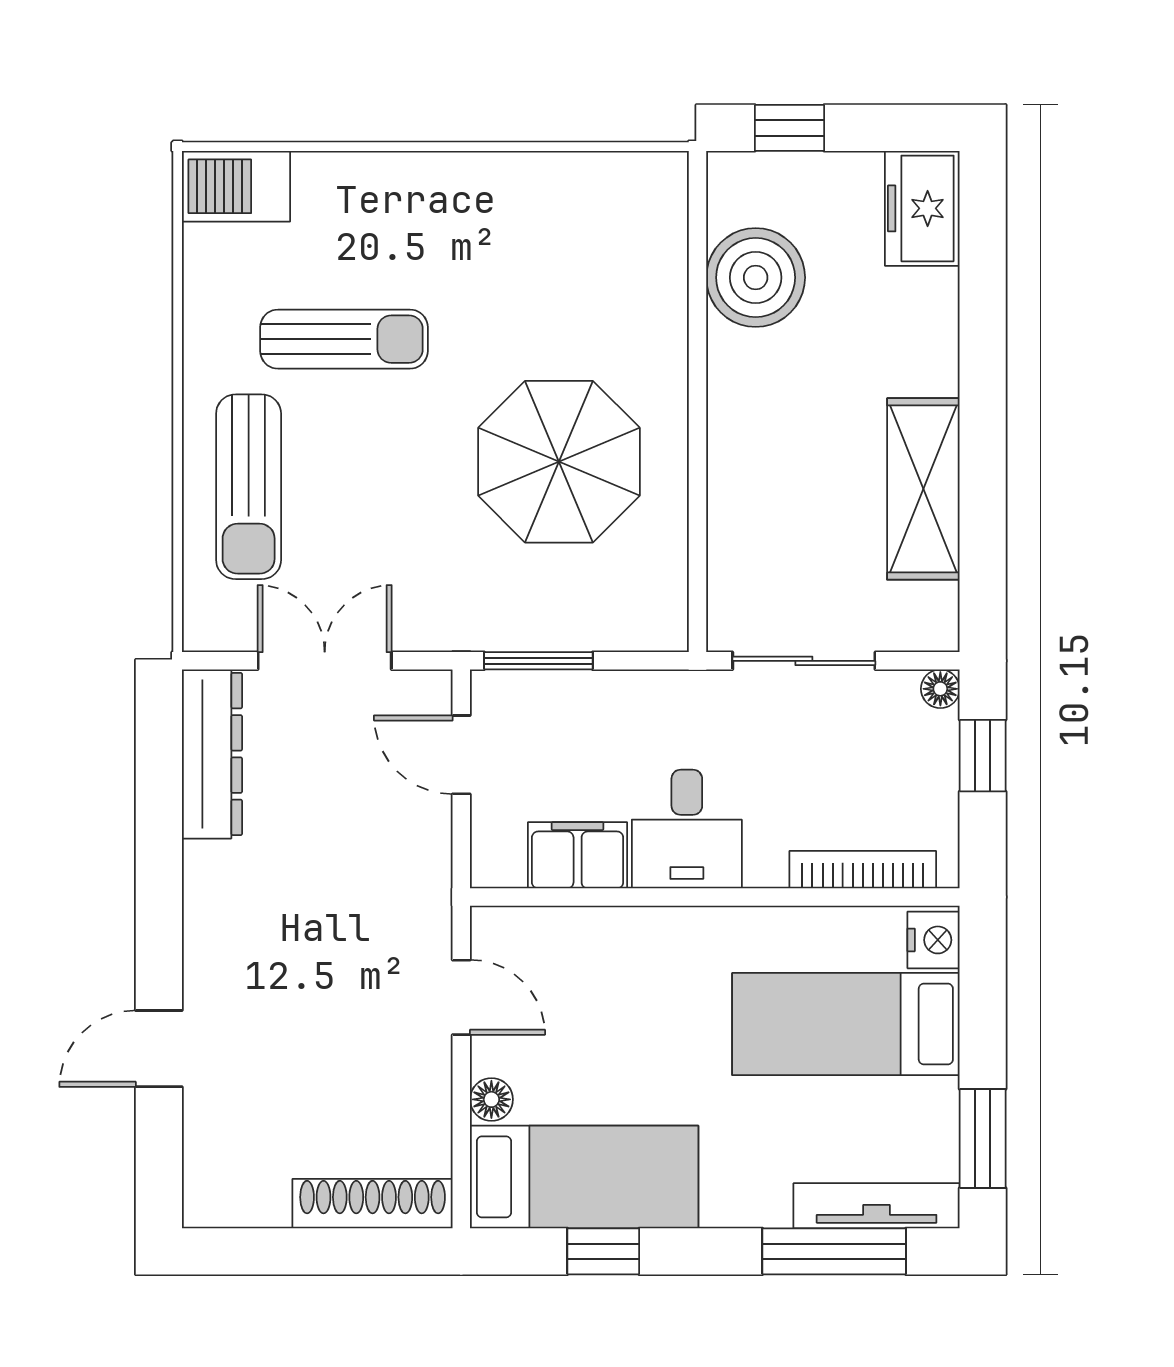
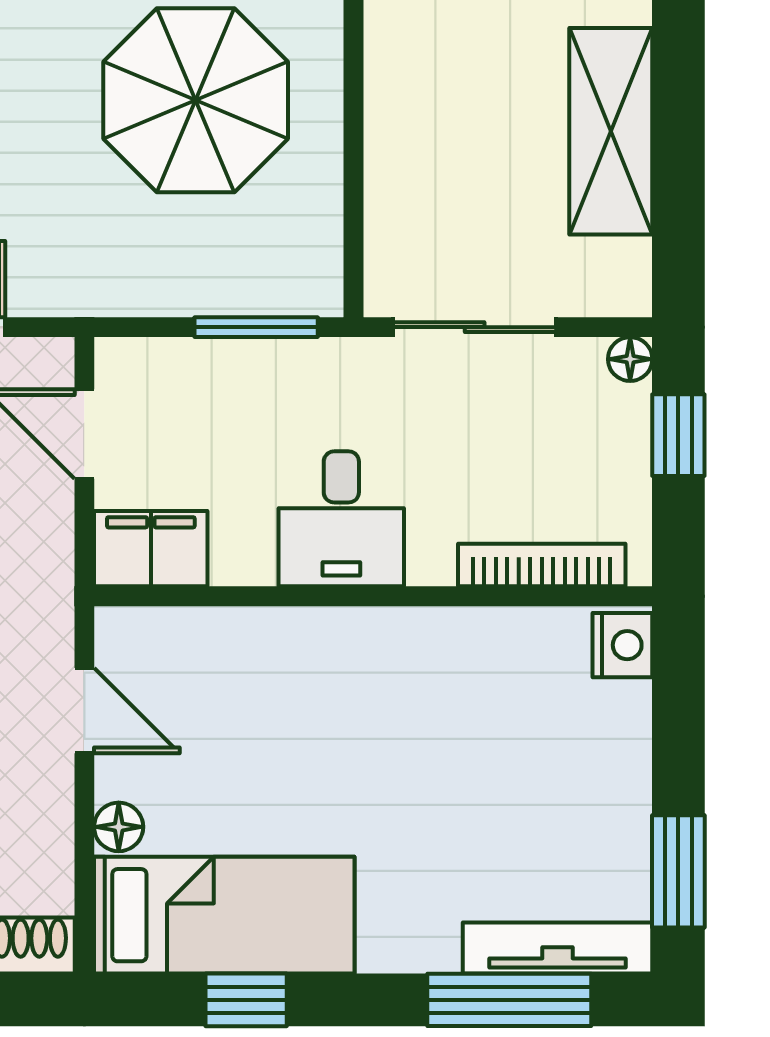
window: (538, 661) -> (256, 327), moved
filing cabinet: (578, 855) -> (151, 549), moved
bed: (846, 1024) -> (523, 741), removed

